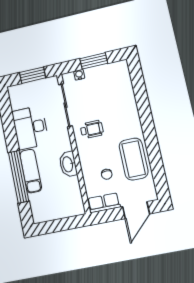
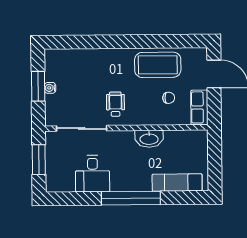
water cooler: (79, 75) -> (50, 88), moved
desk: (30, 128) -> (93, 174), width x0.73
exam couch: (31, 171) -> (177, 183), moved
window: (19, 177) -> (131, 198), moved

